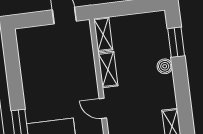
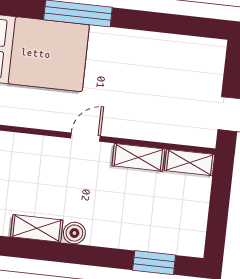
boiler: (165, 66) -> (74, 233), moved

